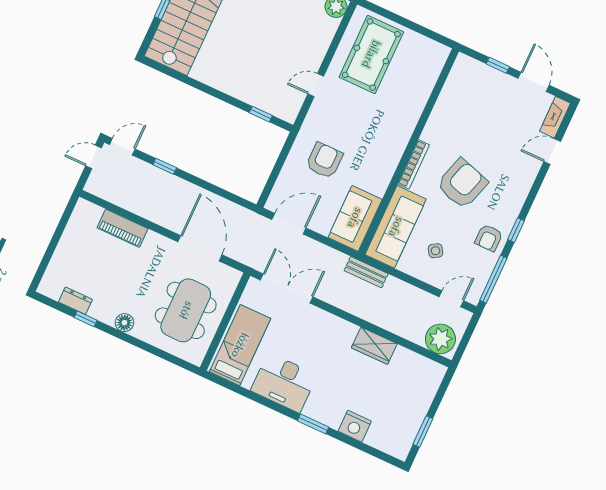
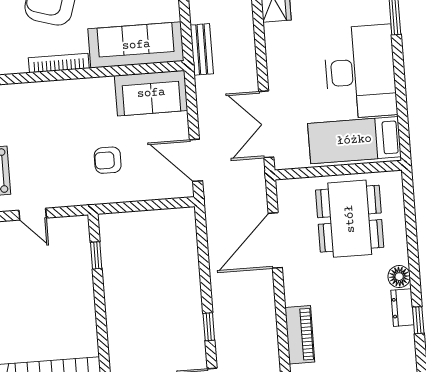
armchair: (324, 160) -> (108, 160), width x0.72, depth x0.72
dresser: (75, 301) -> (402, 308), moved
dining table: (186, 310) -> (350, 219), turned 90
desk: (284, 383) -> (360, 72), width x1.36, depth x1.30

